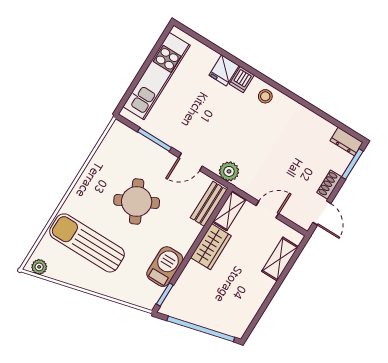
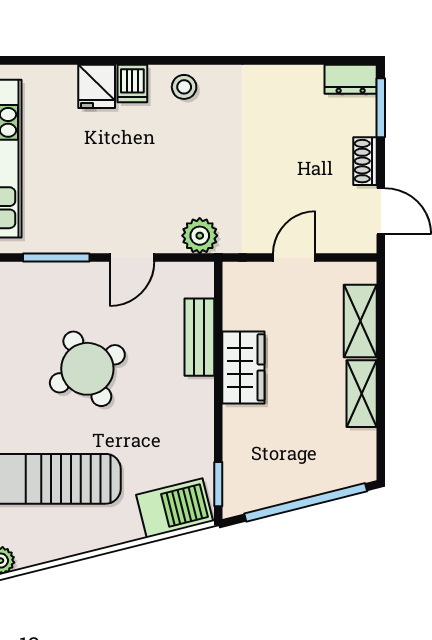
bench: (209, 204) -> (199, 337), moved
shelving: (229, 211) -> (362, 394), moved
barbecue: (165, 267) -> (175, 508), moved, turned 76

